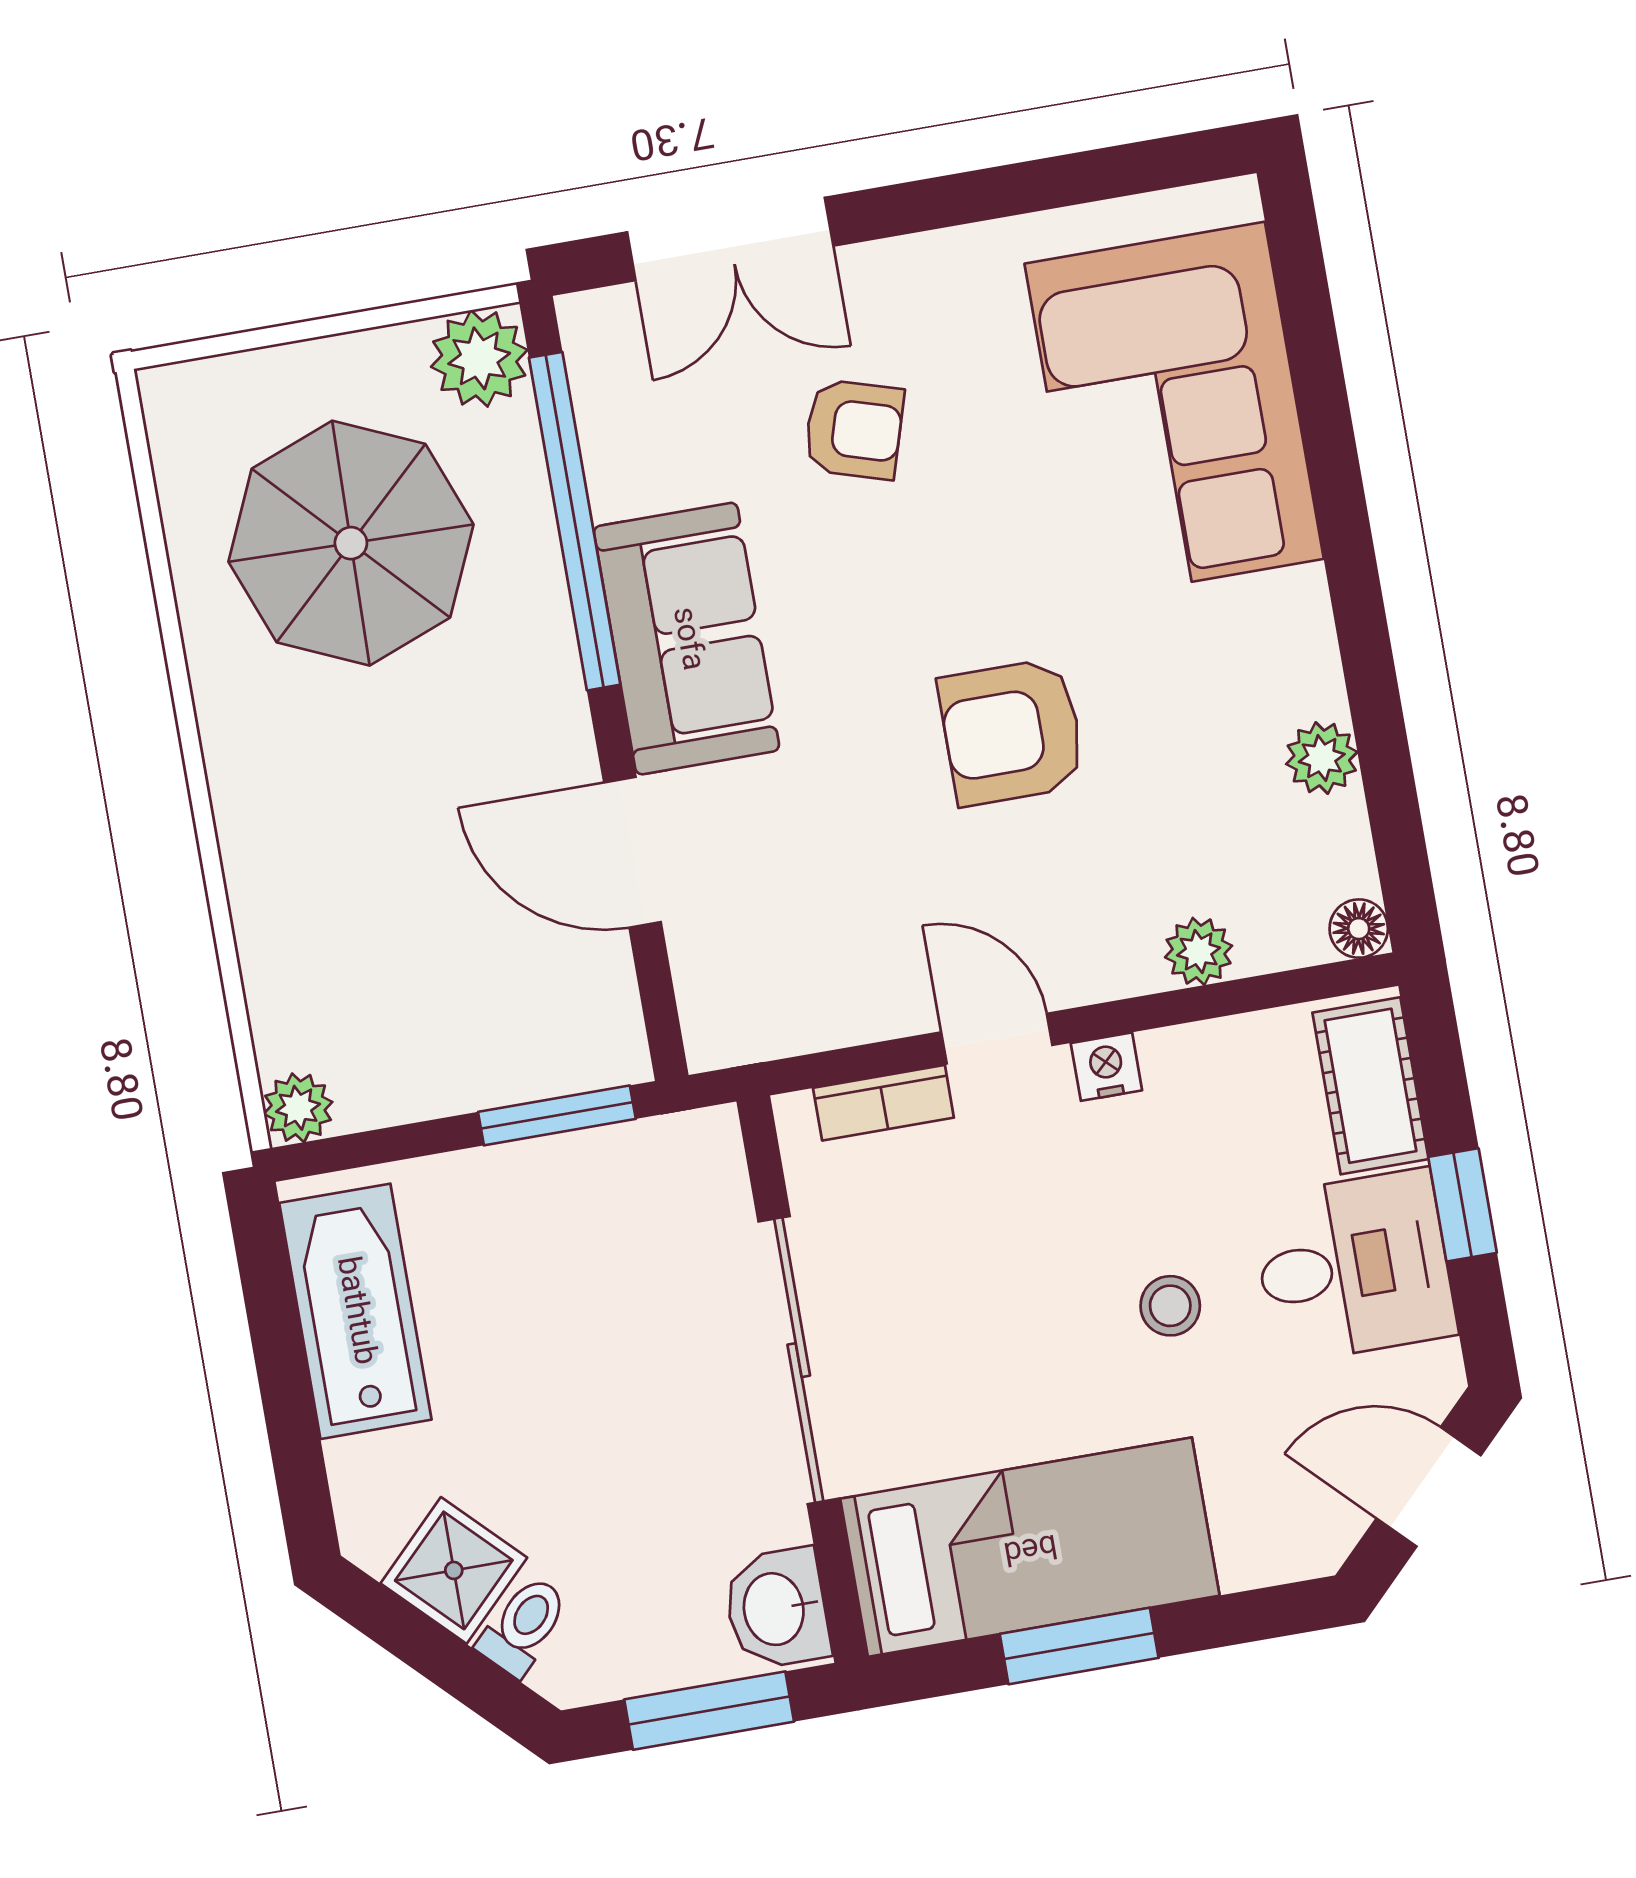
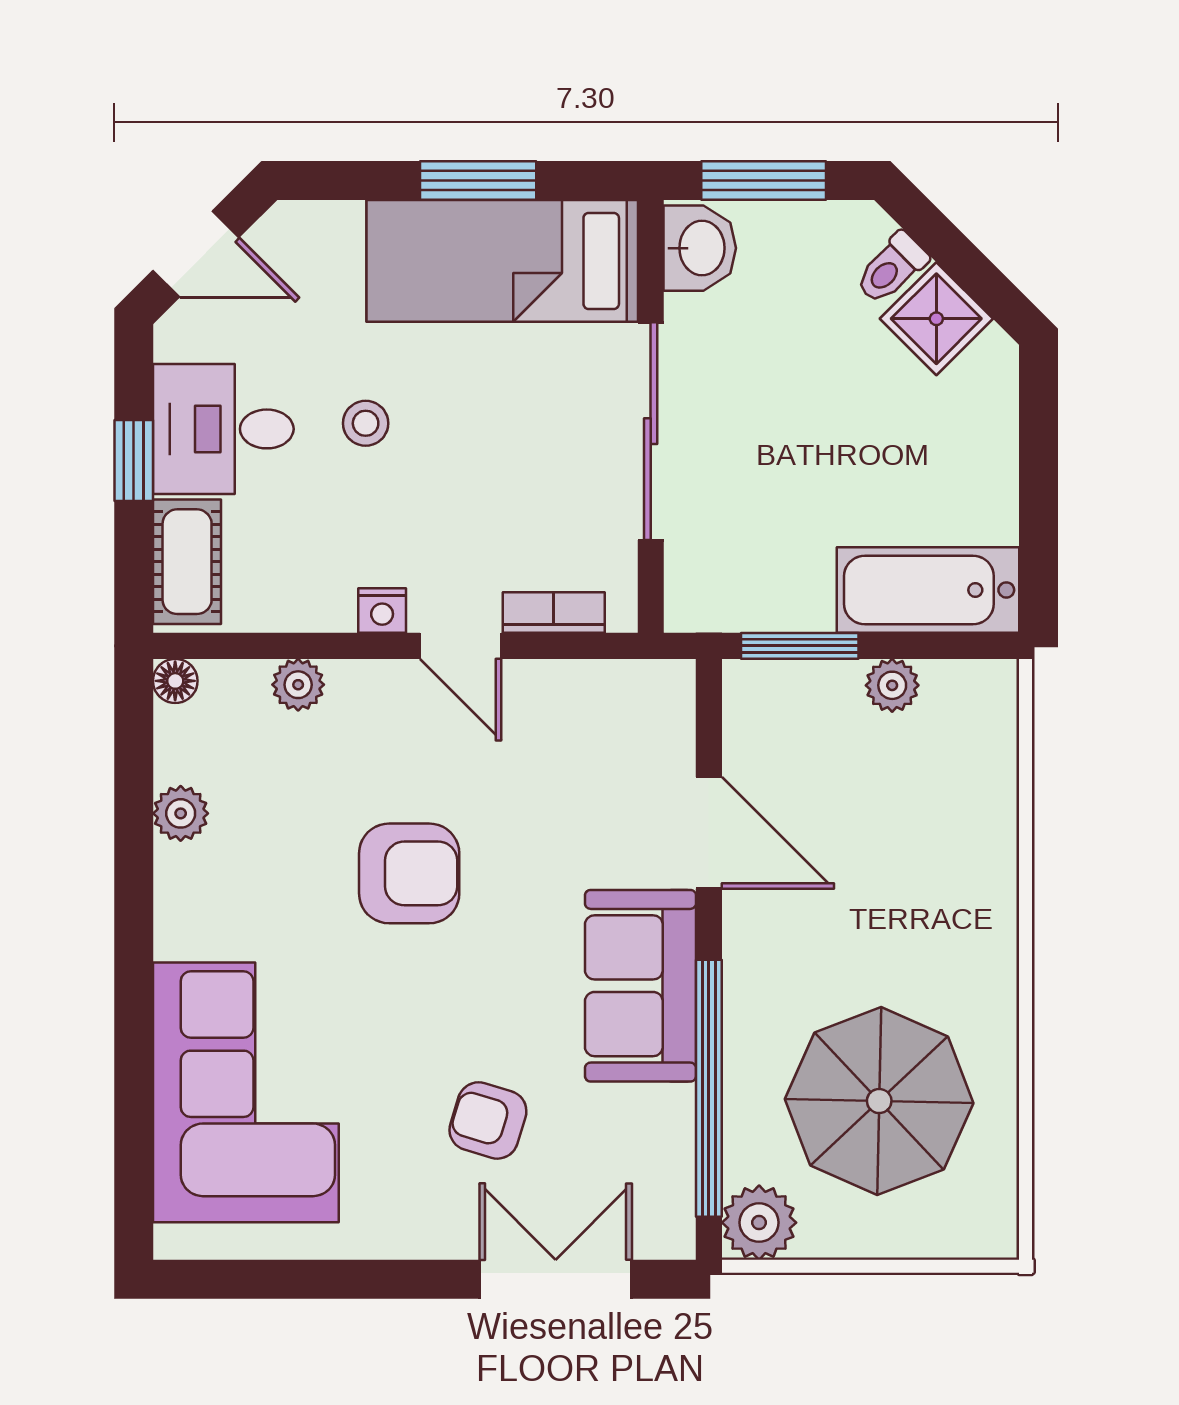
plant: (298, 1108) -> (892, 685), moved
bathtub: (355, 1311) -> (928, 590), moved, turned 90

